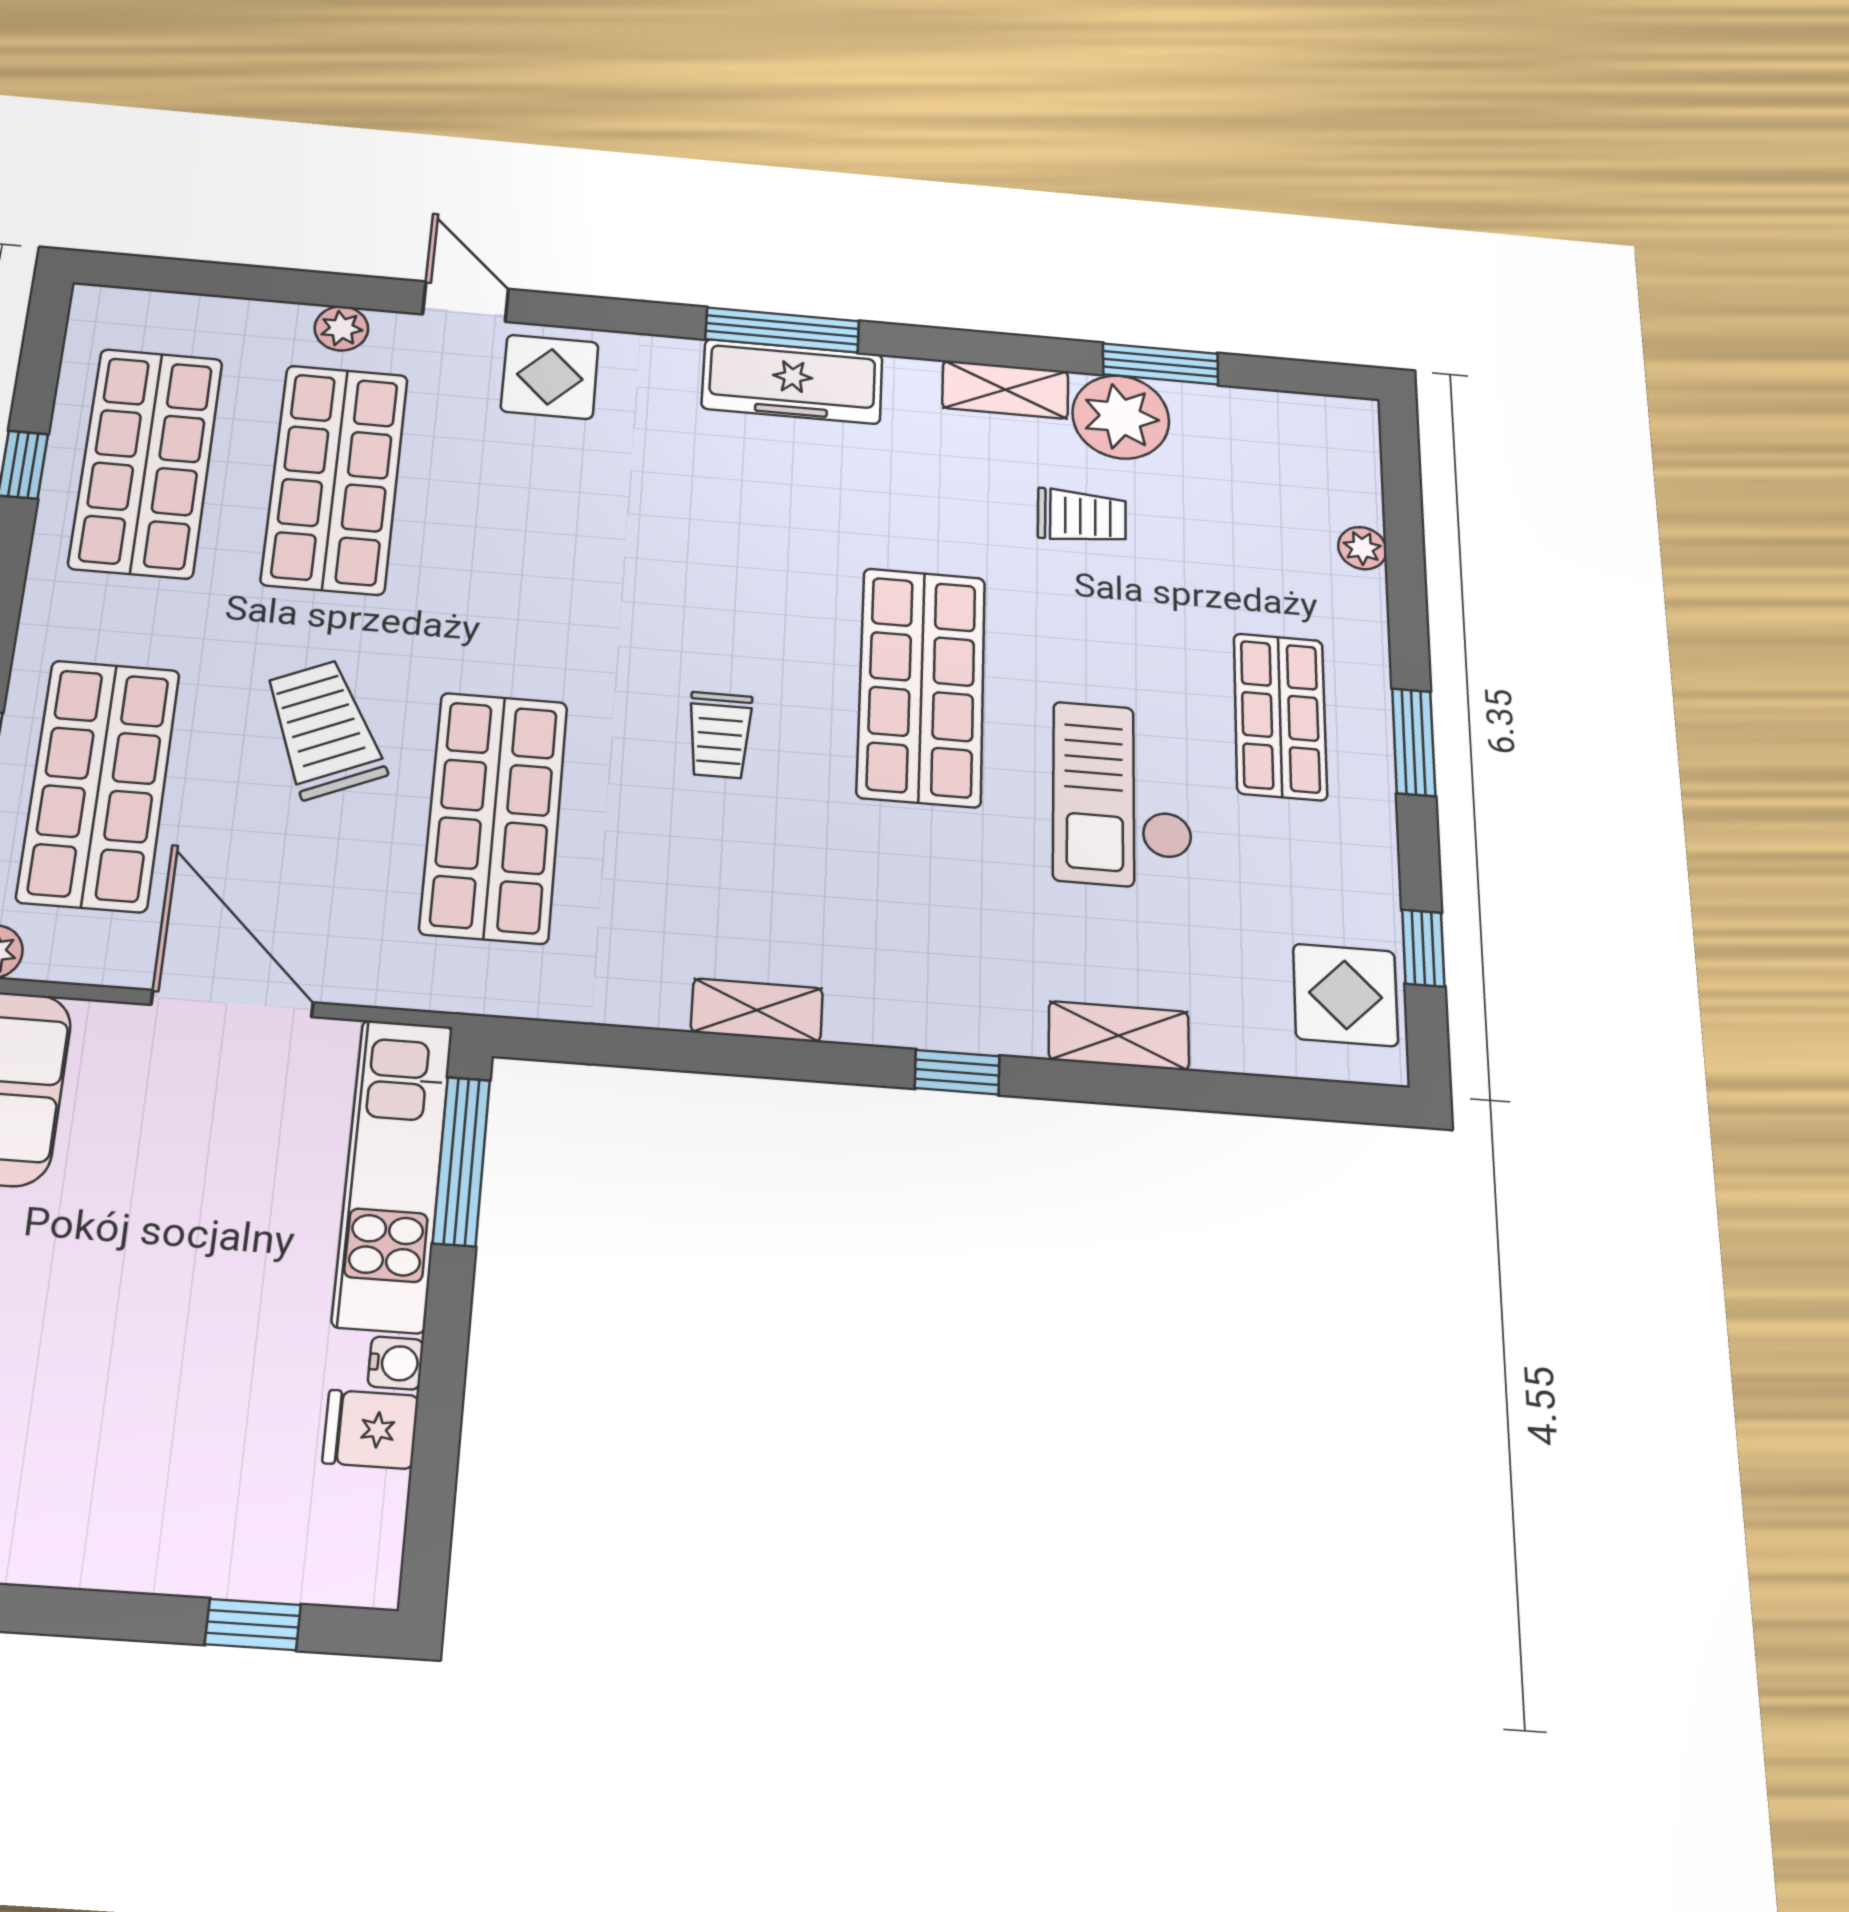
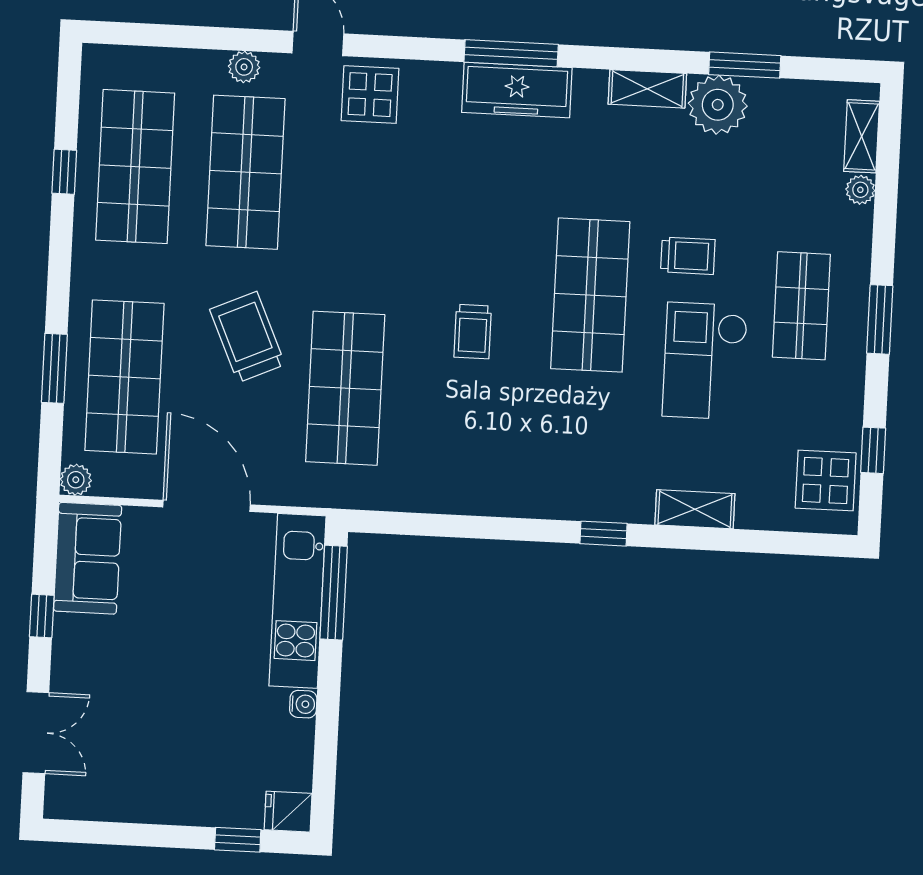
trolley: (1082, 516) -> (688, 256), moved
shelving: (757, 1010) -> (862, 136), moved, turned 90
fridge: (371, 1429) -> (288, 812), moved

